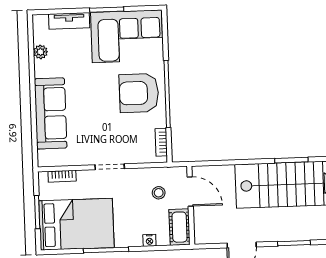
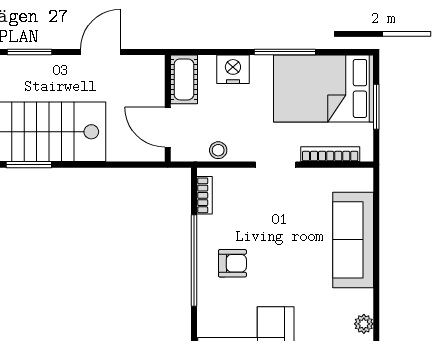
armchair: (139, 93) -> (232, 263), width x0.53, depth x0.53
bookcase: (62, 176) -> (330, 154), width x1.56
stool: (159, 193) -> (218, 150), moved
nightstand: (149, 240) -> (233, 69), width x1.89, depth x1.79

